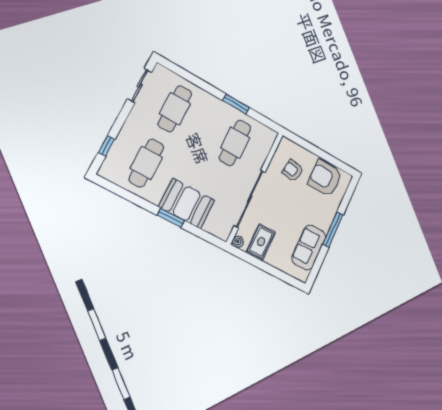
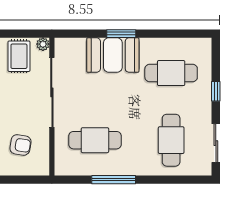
window: (236, 104) -> (114, 180), width x1.44
cafe table: (235, 143) -> (95, 140), turned 90
window: (107, 146) -> (216, 91), moved
cafe table: (146, 163) -> (171, 73), turned 90

